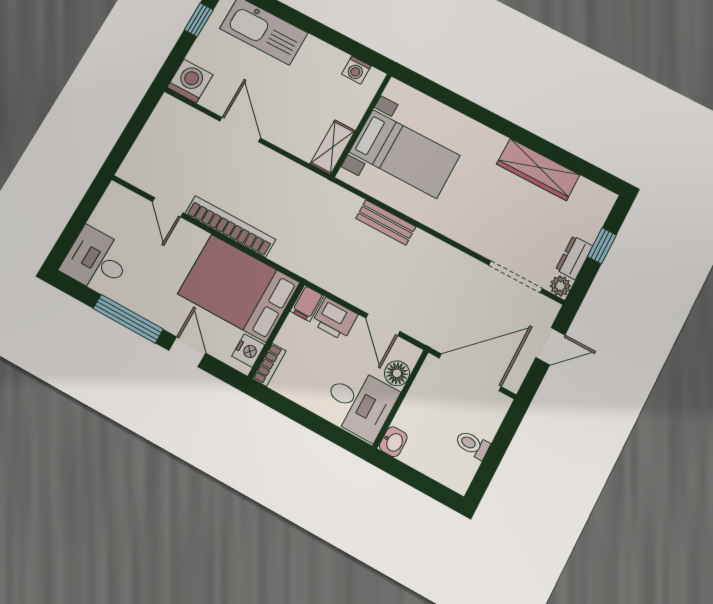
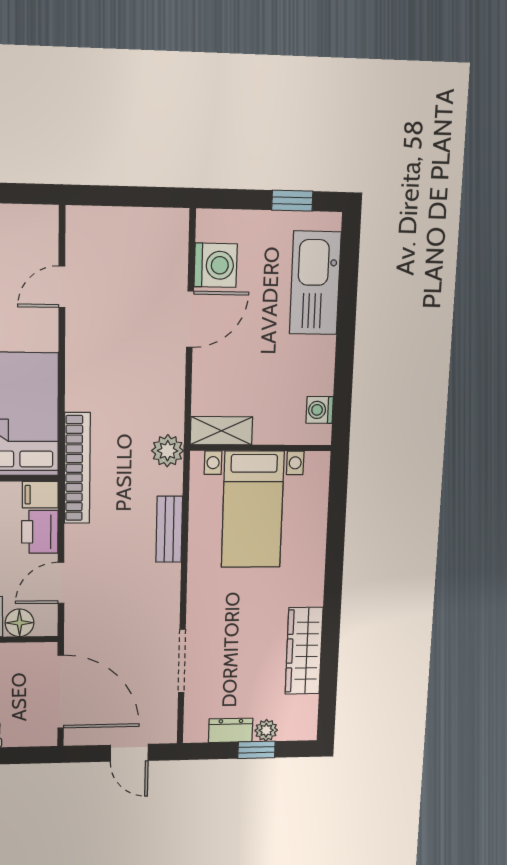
washing machine: (190, 81) -> (216, 265), moved
plant: (326, 193) -> (168, 451), added
bookcase: (230, 226) -> (77, 468), moved
doorway: (515, 277) -> (182, 661), moved
plant: (560, 286) -> (266, 730), moved

